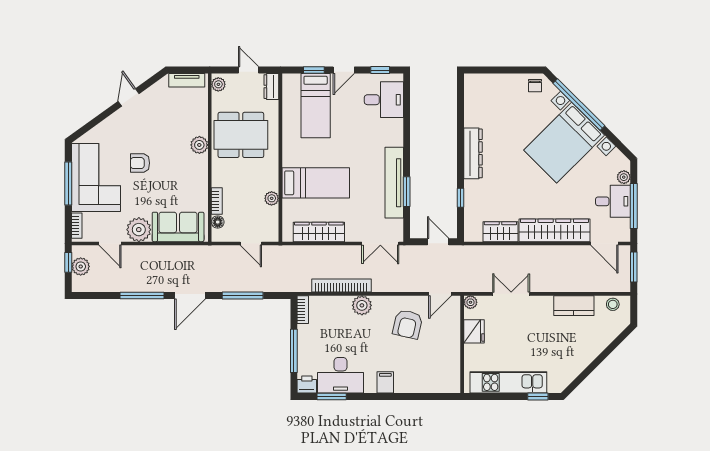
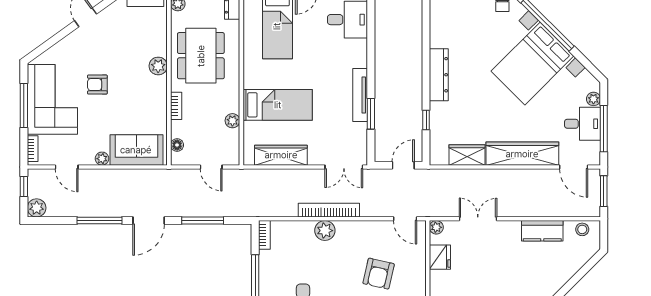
dining table: (241, 135) -> (201, 56), turned 90
tv unit: (394, 183) -> (360, 95), width x0.73, depth x0.78
bookcase: (217, 201) -> (176, 106), moved
plant: (139, 230) -> (102, 159), width x0.53, depth x0.53
door: (438, 242) -> (403, 165), hinge flipped
plant: (81, 266) -> (37, 208), moved
bookcase: (341, 286) -> (329, 210), moved
door: (440, 294) -> (405, 219), hinge flipped
armchair: (408, 324) -> (379, 274), moved

